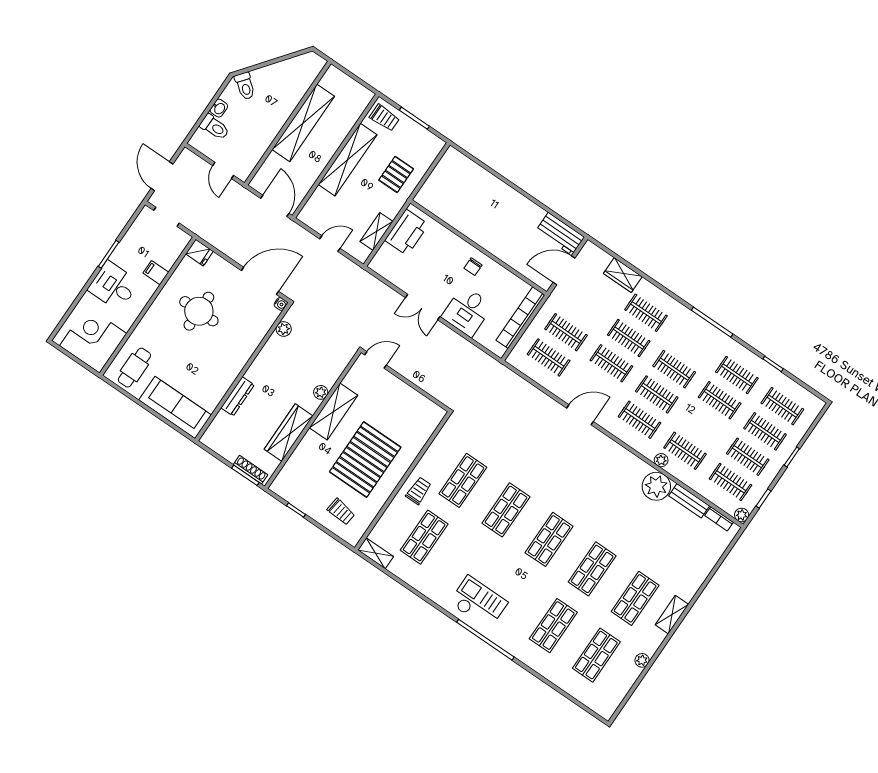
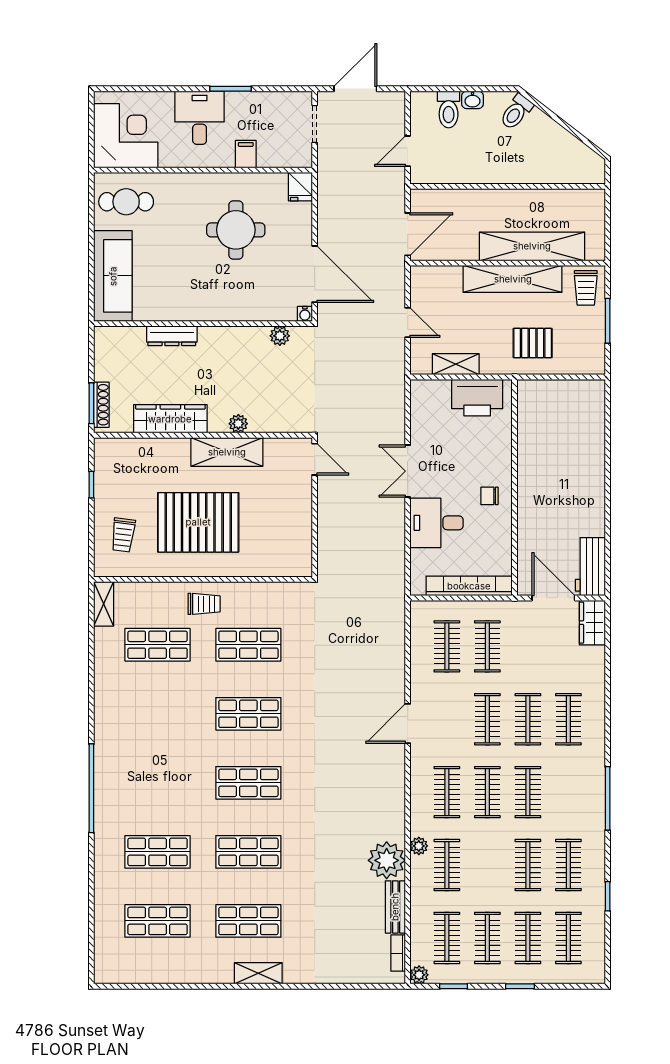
shelving: (303, 123) -> (532, 246), moved
wardrobe: (623, 275) -> (592, 623), moved
door: (580, 415) -> (408, 724), swing flipped
checkout: (478, 602) -> (127, 753), removed
plant: (642, 660) -> (186, 975), removed

